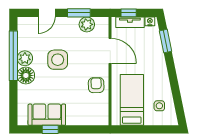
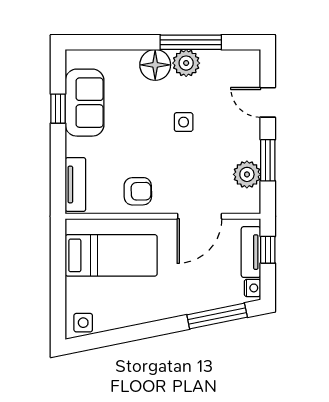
window: (165, 41) -> (217, 316), width x1.44
window: (13, 56) -> (191, 42), width x0.68
side table: (58, 60) -> (184, 122), width x0.54, depth x0.54
side table: (159, 106) -> (83, 323), moved
tv unit: (92, 120) -> (75, 184), added

